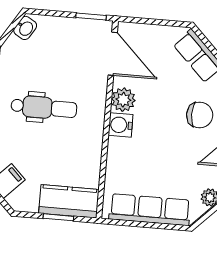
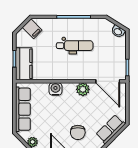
door: (113, 54) -> (108, 81), hinge flipped
dental chair: (44, 108) -> (75, 46), turned -90
water cooler: (121, 125) -> (55, 89), moved

